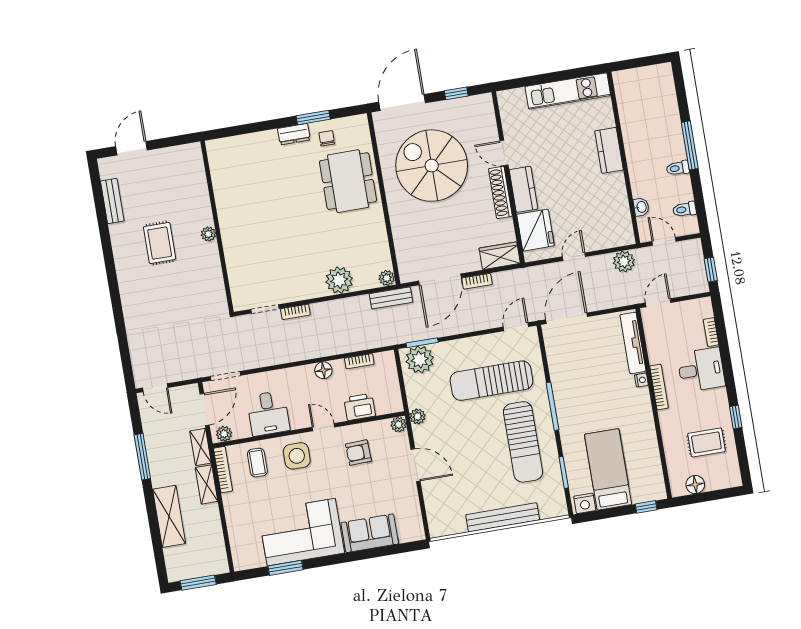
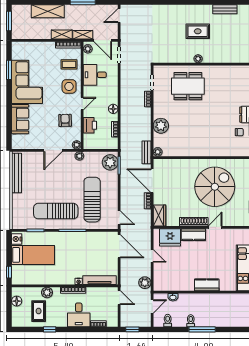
dining table: (348, 181) -> (188, 86), moved
plant: (671, 433) -> (47, 293), added
bench: (503, 517) -> (17, 173), moved

